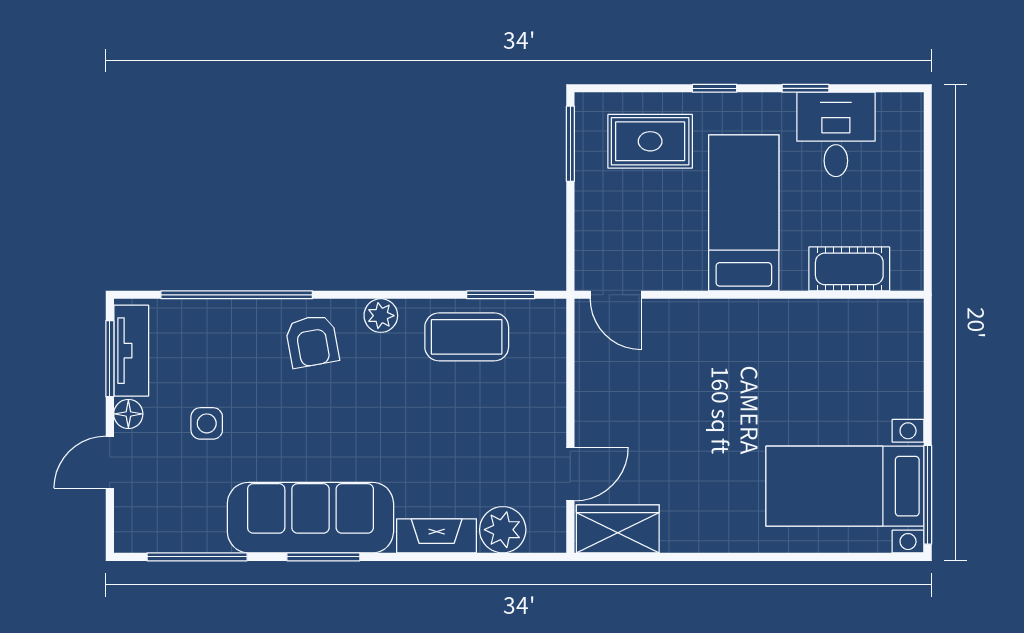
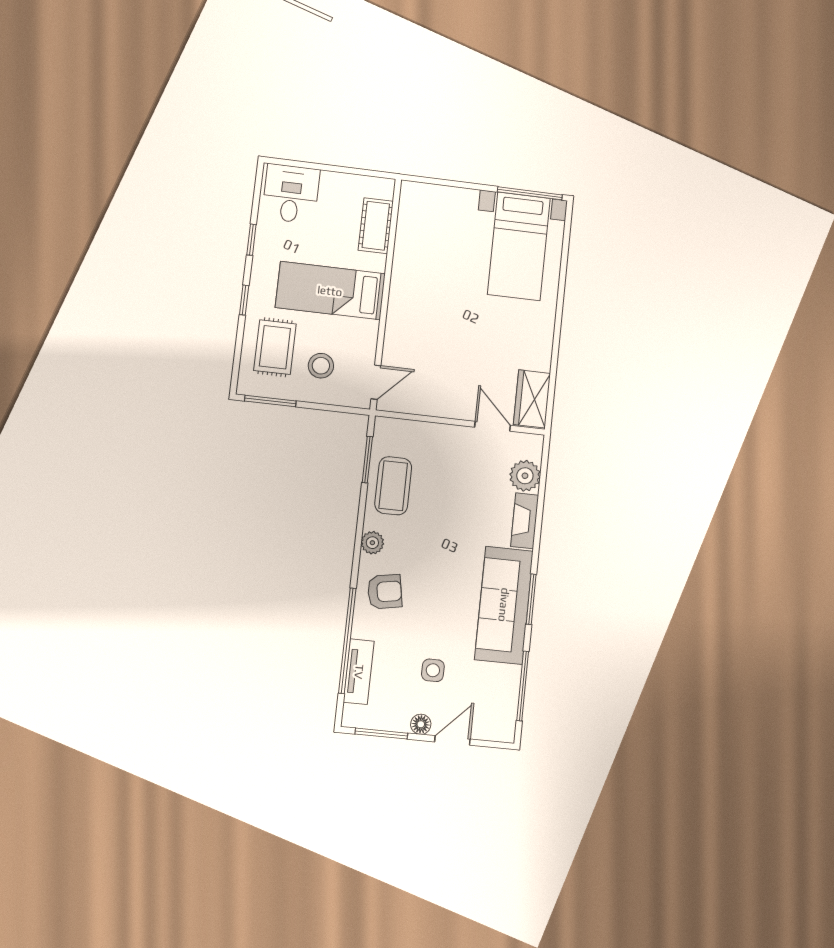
desk: (836, 134) -> (291, 194), moved, turned 90
stool: (631, 212) -> (321, 366), added
tv unit: (131, 351) -> (359, 672), moved, turned 90
door: (110, 462) -> (452, 740), swing flipped

